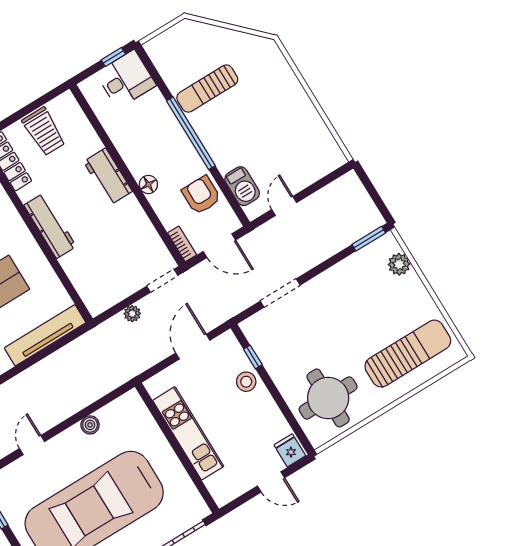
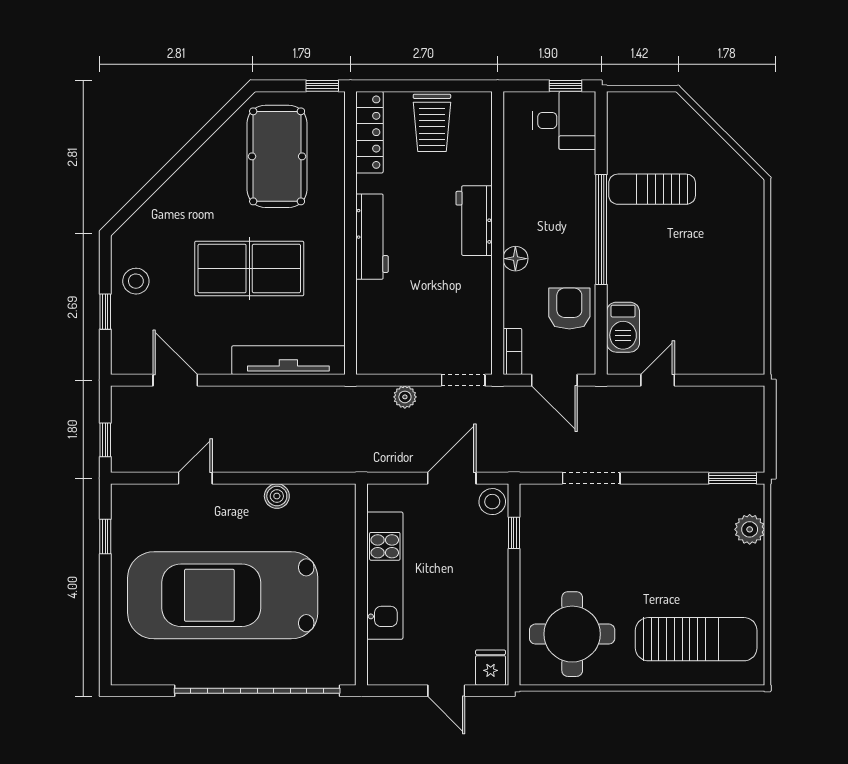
stool: (246, 382) -> (492, 502), moved

